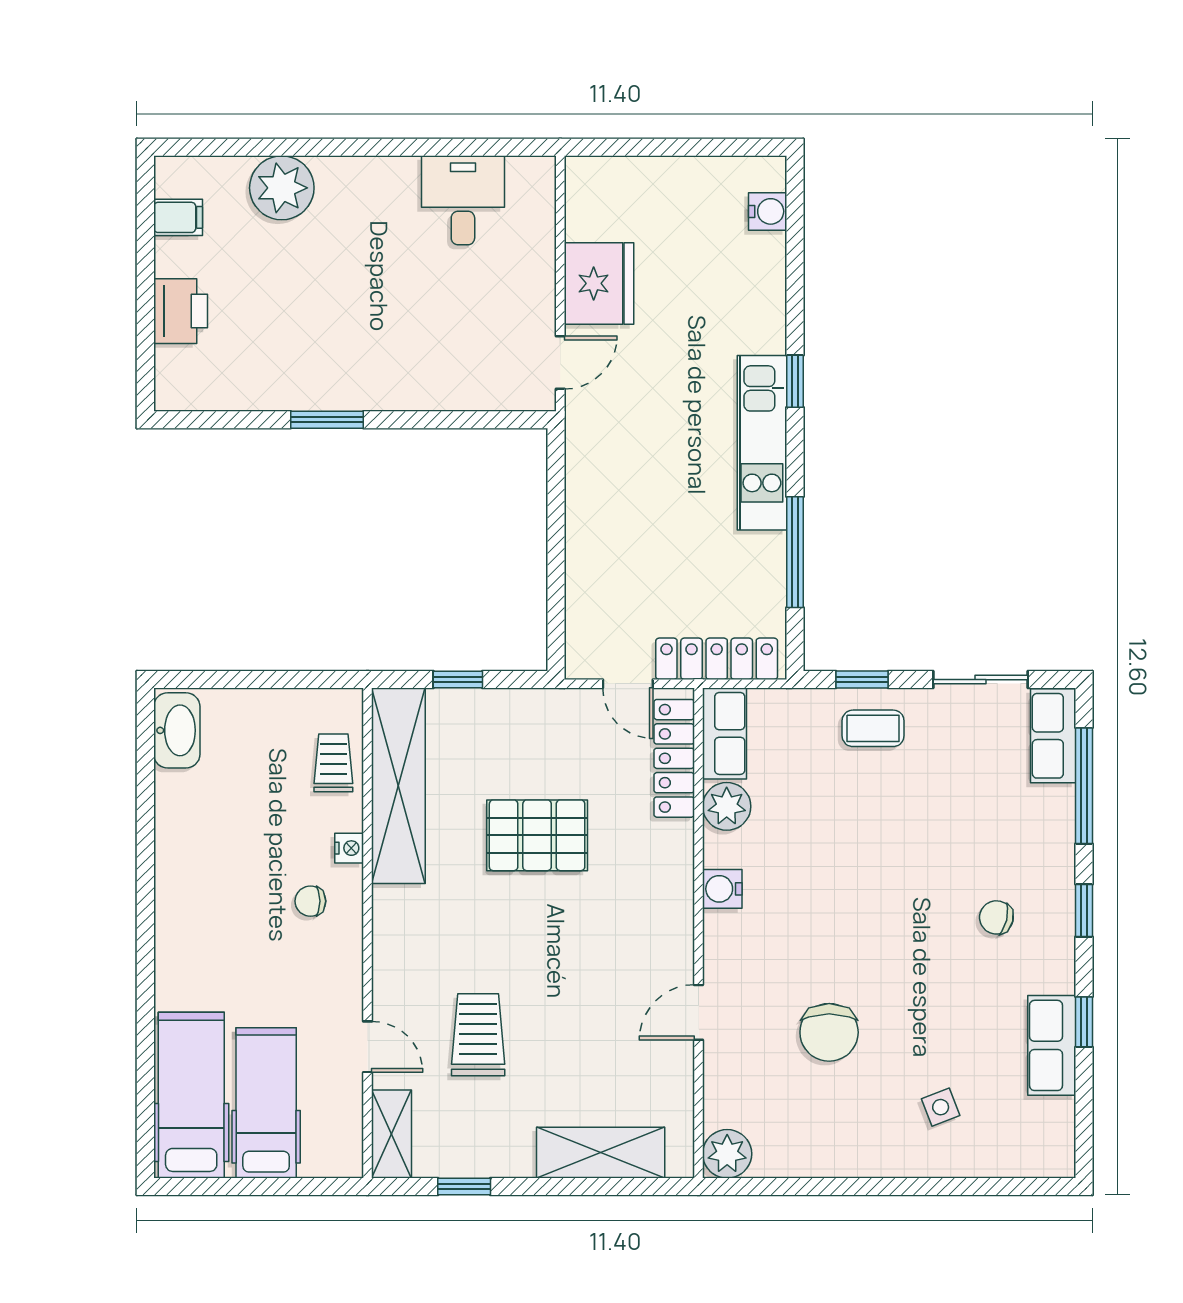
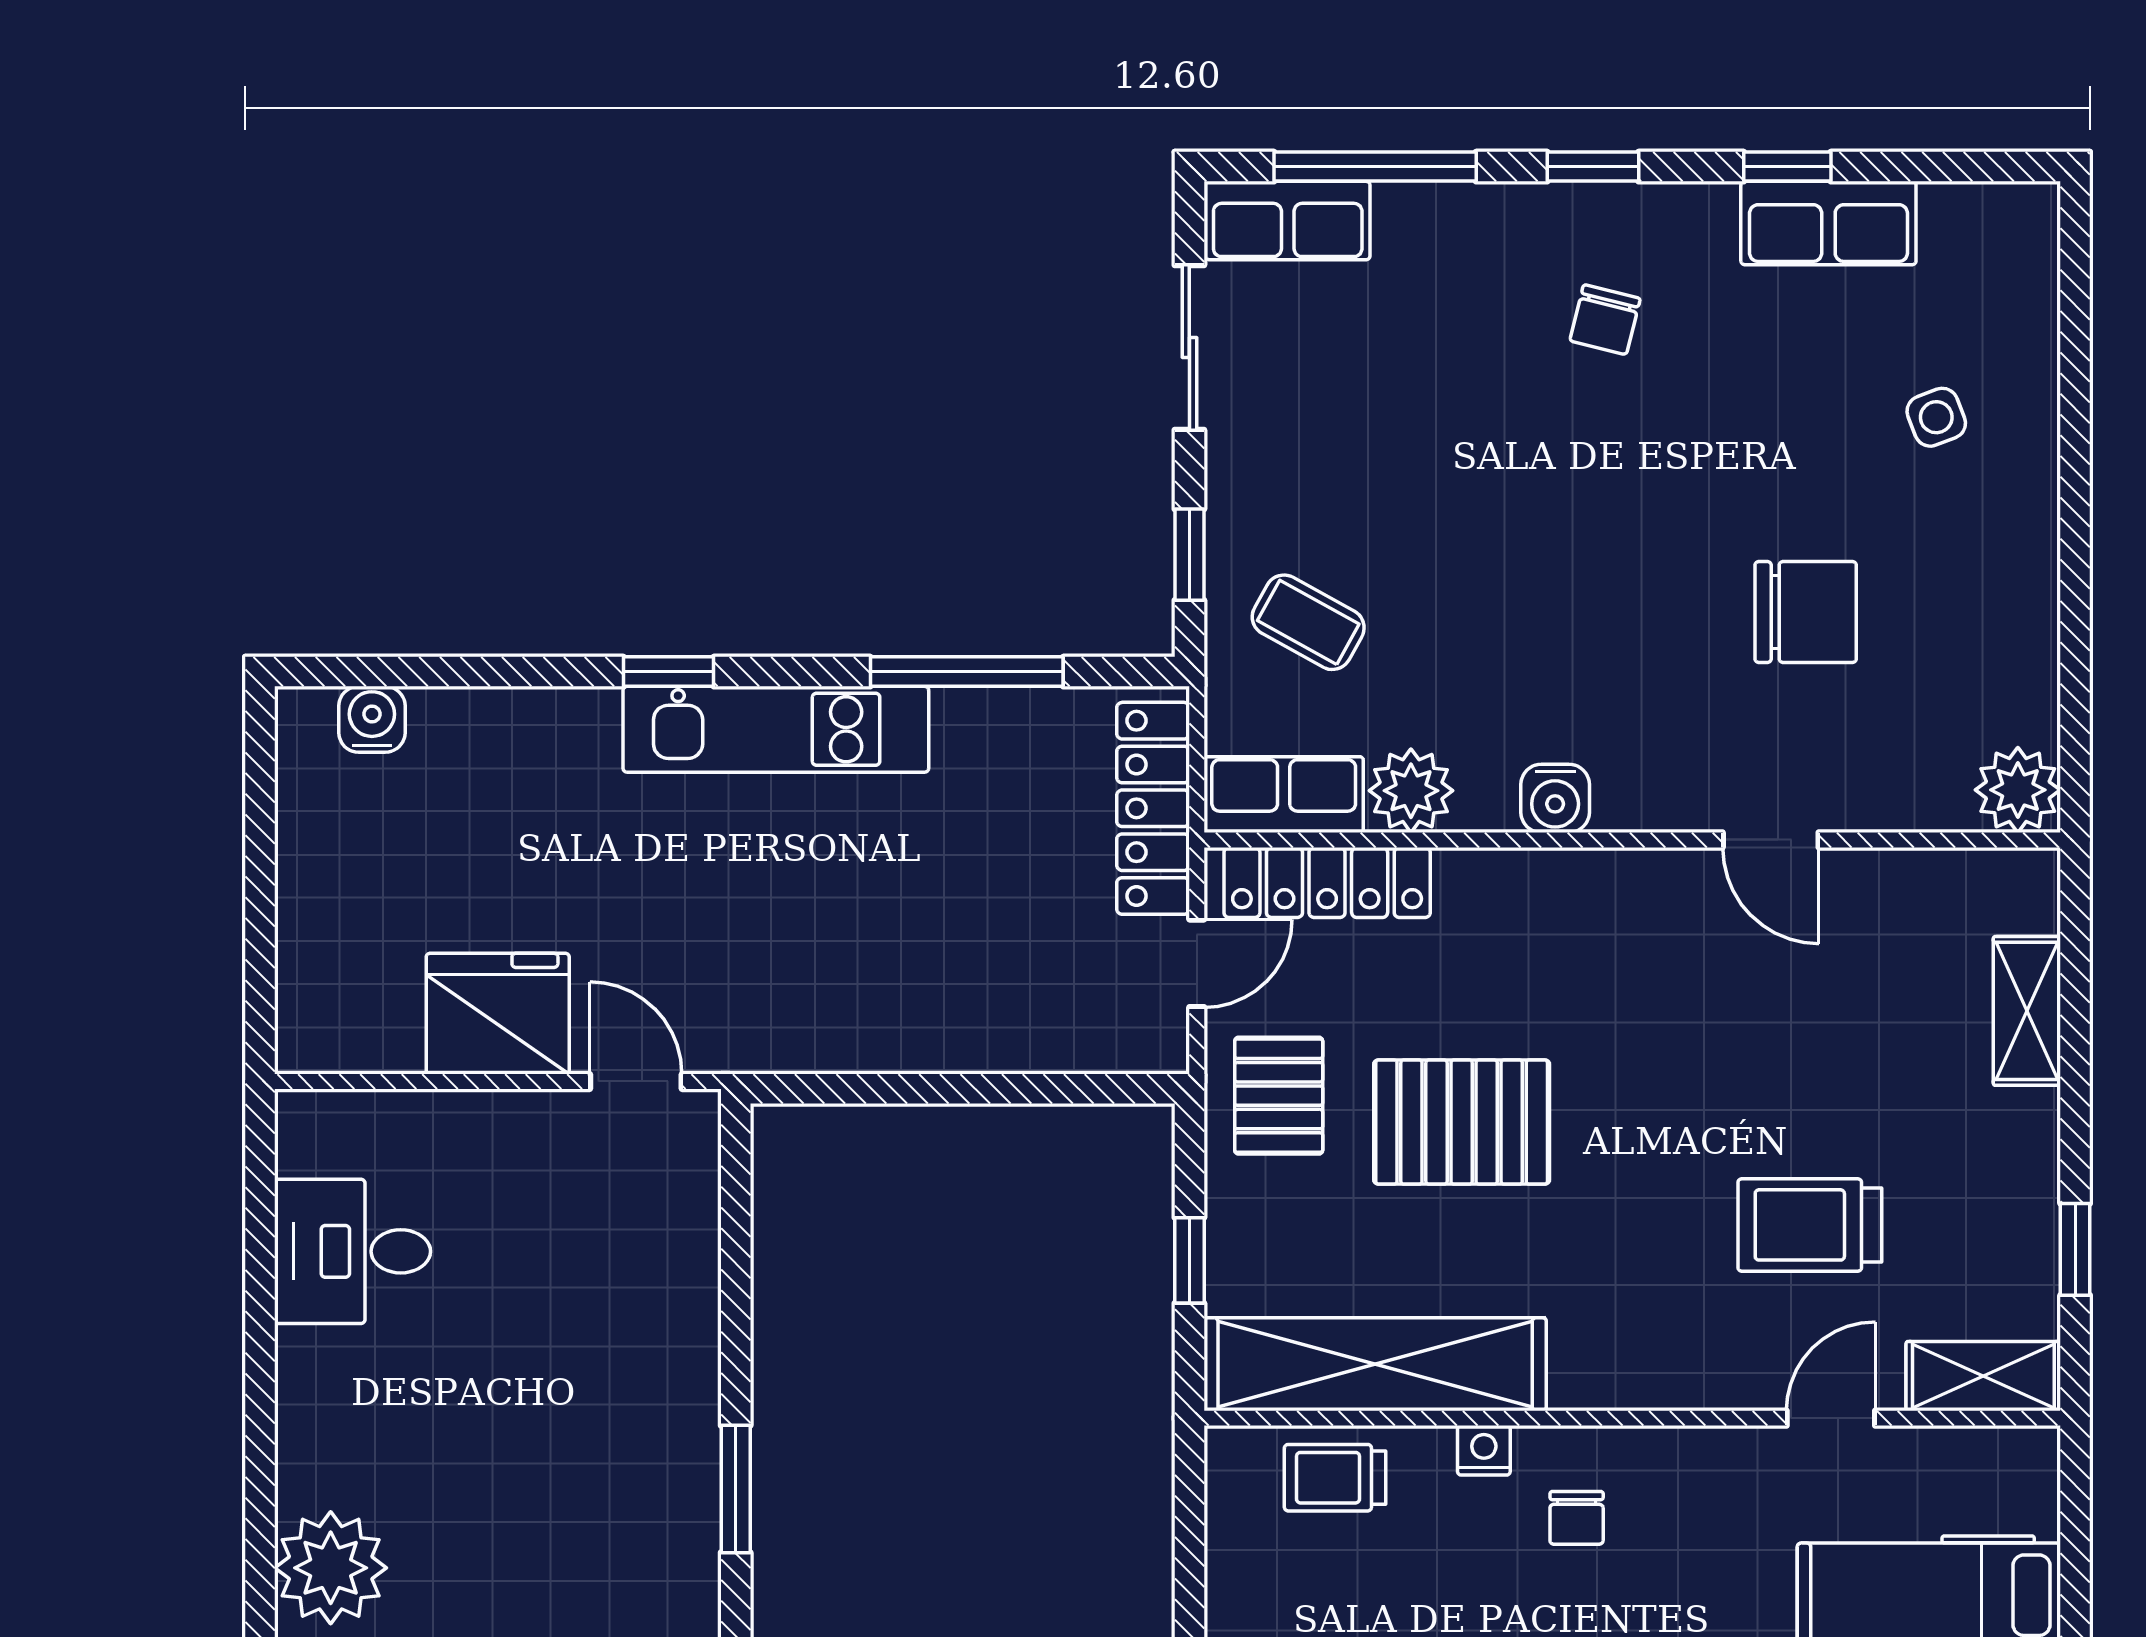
coffee table: (873, 728) -> (1308, 622), moved, turned -61
pallet: (552, 731) -> (1279, 1096), added
pallet: (537, 835) -> (1462, 1122), turned 90
shelving: (601, 1153) -> (2027, 1011), width x0.67, depth x0.75

